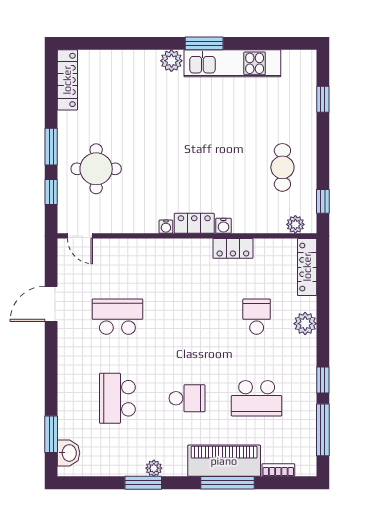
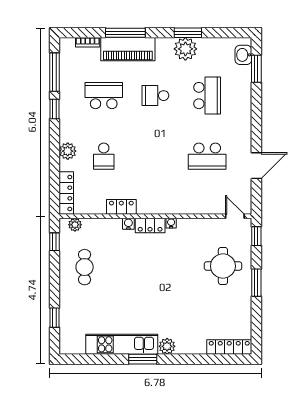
locker: (67, 80) -> (229, 347), moved, turned 90
window: (51, 192) -> (256, 236), moved
plant: (154, 468) -> (185, 49), width x1.88, depth x1.88

